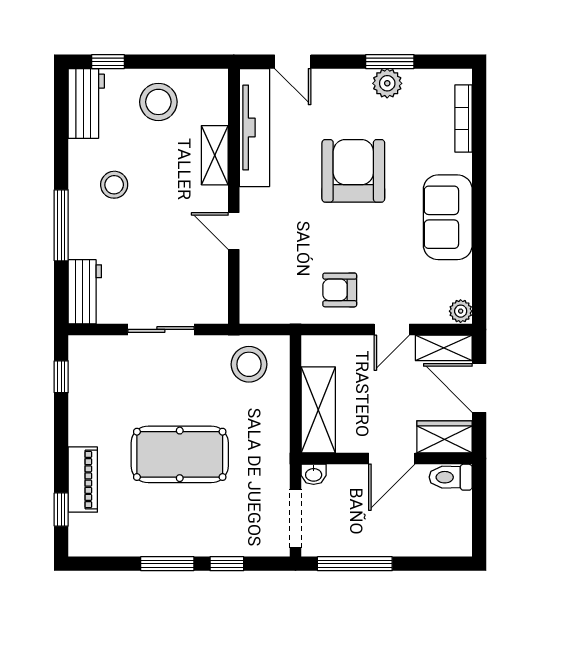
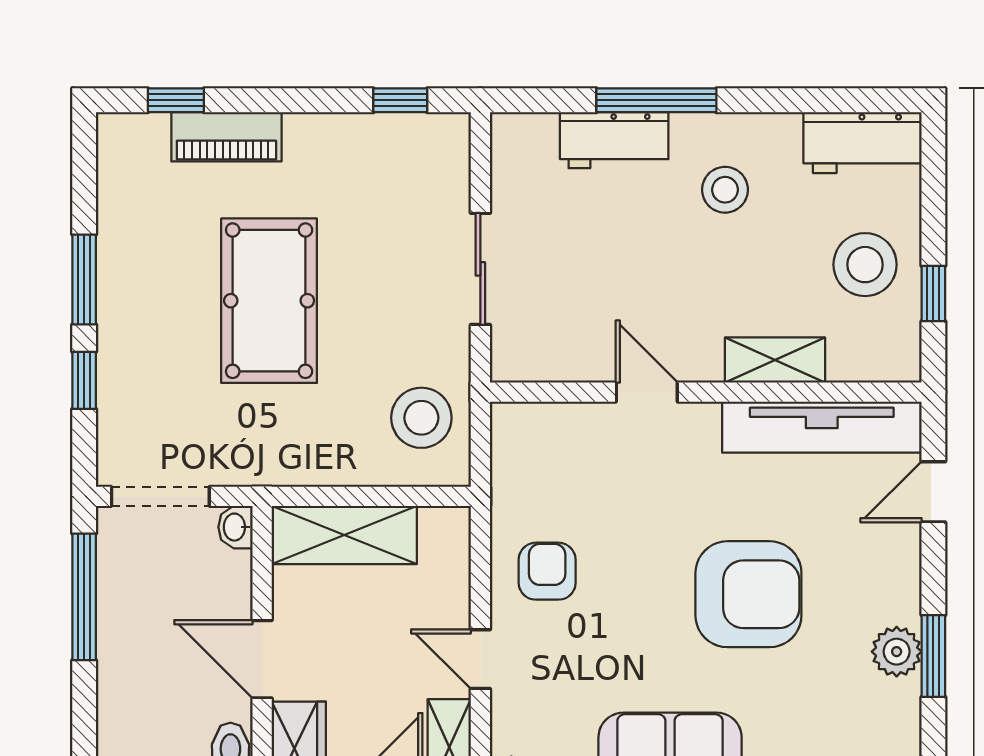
window: (108, 62) -> (933, 294), moved
door: (234, 231) -> (647, 392), hinge flipped
workbench: (85, 292) -> (614, 140), moved

